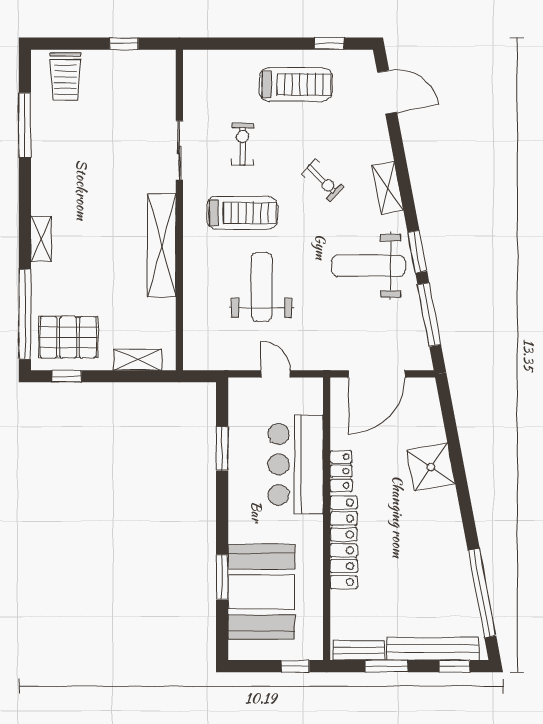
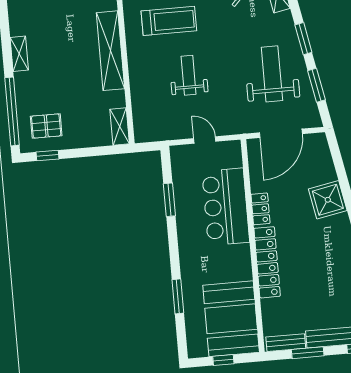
weight bench: (368, 266) -> (272, 74), moved, turned 90
weight bench: (262, 287) -> (189, 75), width x0.73, depth x0.75
window: (429, 315) -> (317, 85), width x0.69
pallet: (68, 337) -> (46, 126), width x0.67, depth x0.71
shelving: (138, 360) -> (120, 126), moved, turned 90
booth: (261, 592) -> (231, 319), moved
window: (295, 666) -> (223, 360), moved

